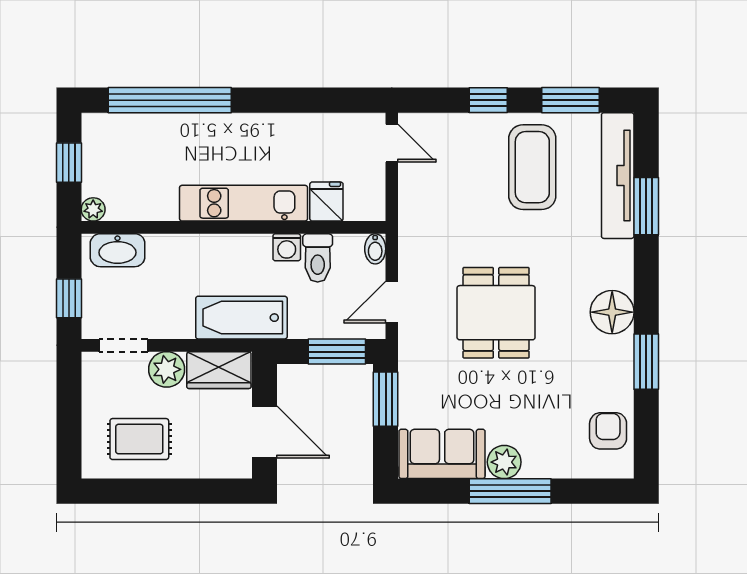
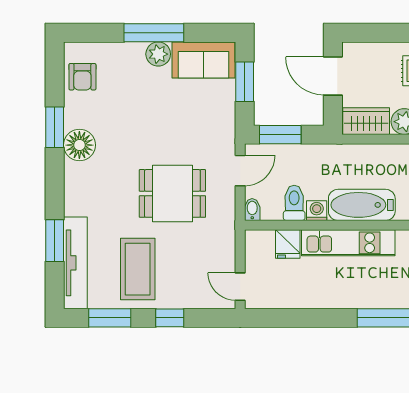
floor lamp: (612, 312) -> (79, 145), moved
dining table: (496, 313) -> (172, 193), moved, turned 90
bathtub: (241, 318) -> (362, 205), moved, turned 180
window: (386, 399) -> (245, 82), moved

